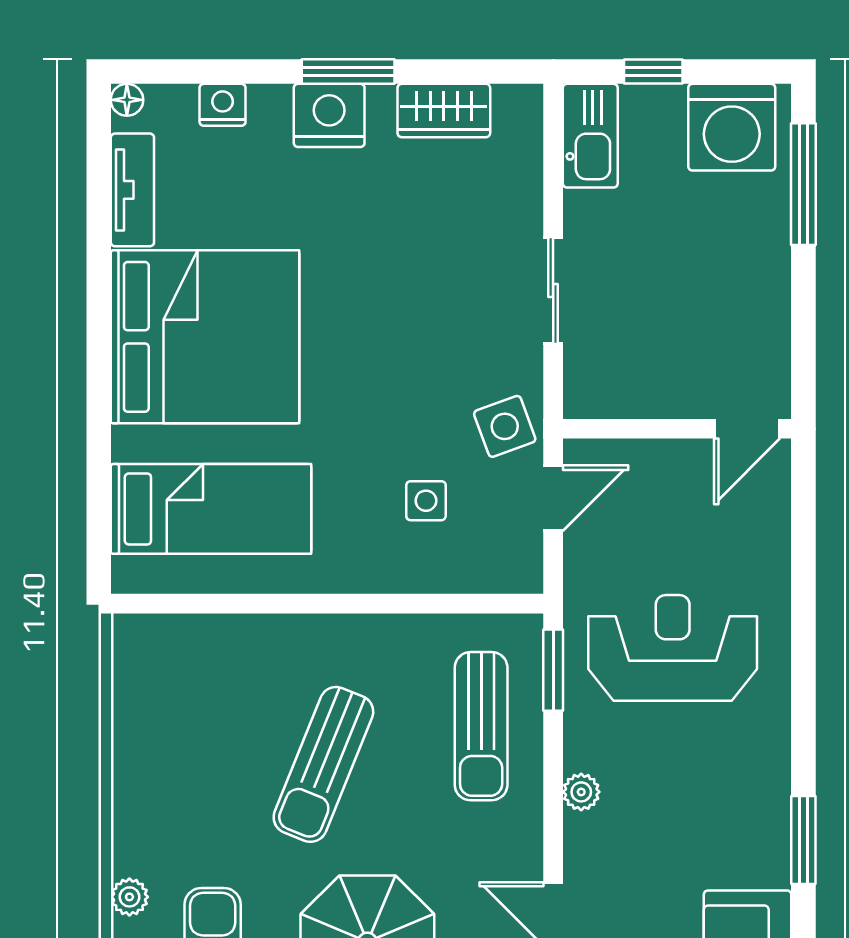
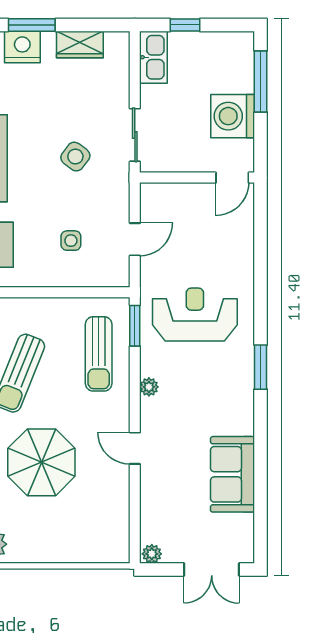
washing machine: (732, 127) -> (233, 116), moved, turned 90
side table: (505, 426) -> (75, 157), moved, turned -33
wall: (677, 429) -> (197, 178), moved
door: (747, 429) -> (232, 178), moved
window: (803, 840) -> (261, 367), moved

